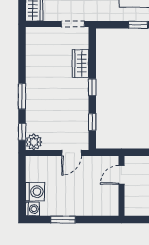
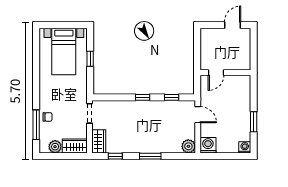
wardrobe: (80, 63) -> (99, 141), moved, turned -90
window: (22, 132) -> (115, 156), moved
door: (122, 175) -> (216, 73), hinge flipped
washing machine: (35, 192) -> (208, 145), moved

